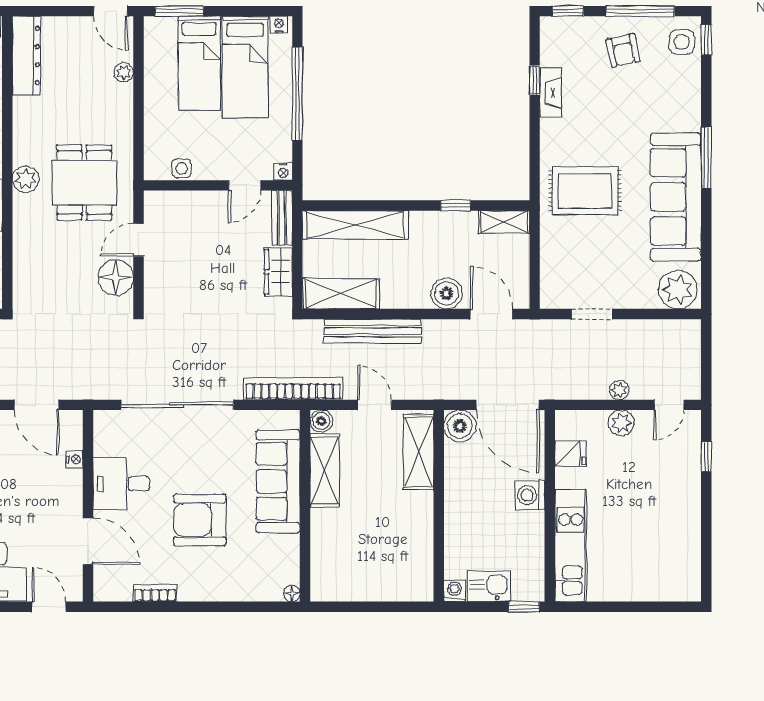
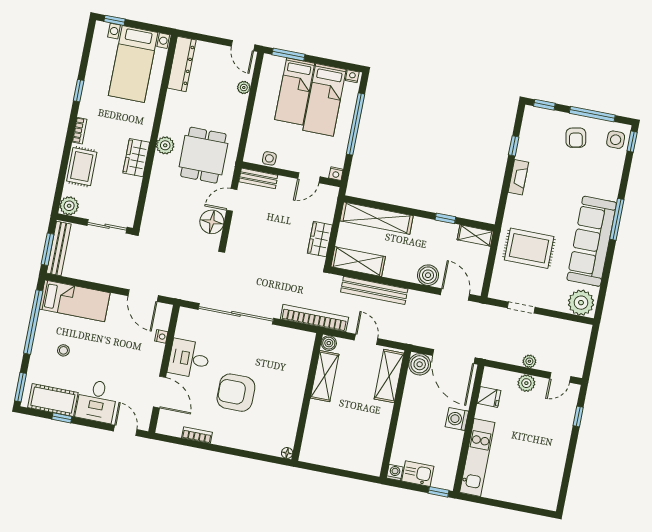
fireplace: (550, 92) -> (518, 177), moved
rug: (585, 191) -> (529, 248), moved
bench: (282, 218) -> (258, 178), moved, turned 90
sofa: (278, 481) -> (293, 377), removed

